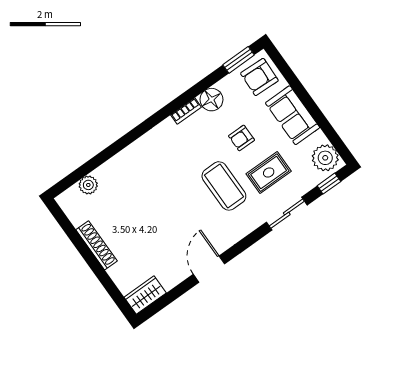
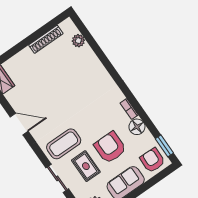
armchair: (241, 138) -> (110, 147), width x1.88, depth x1.88
coffee table: (224, 186) -> (64, 144), moved
shoe rack: (96, 245) -> (46, 39), moved

